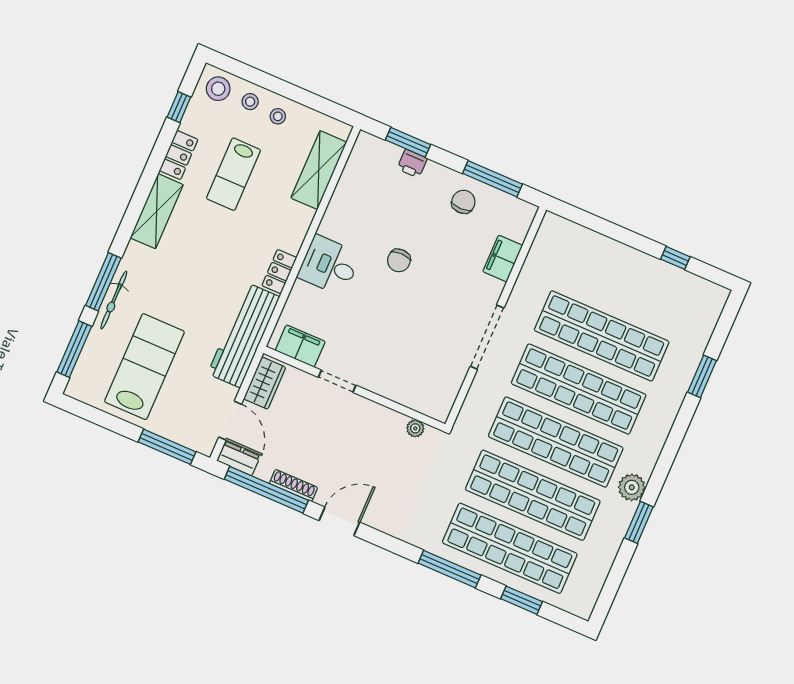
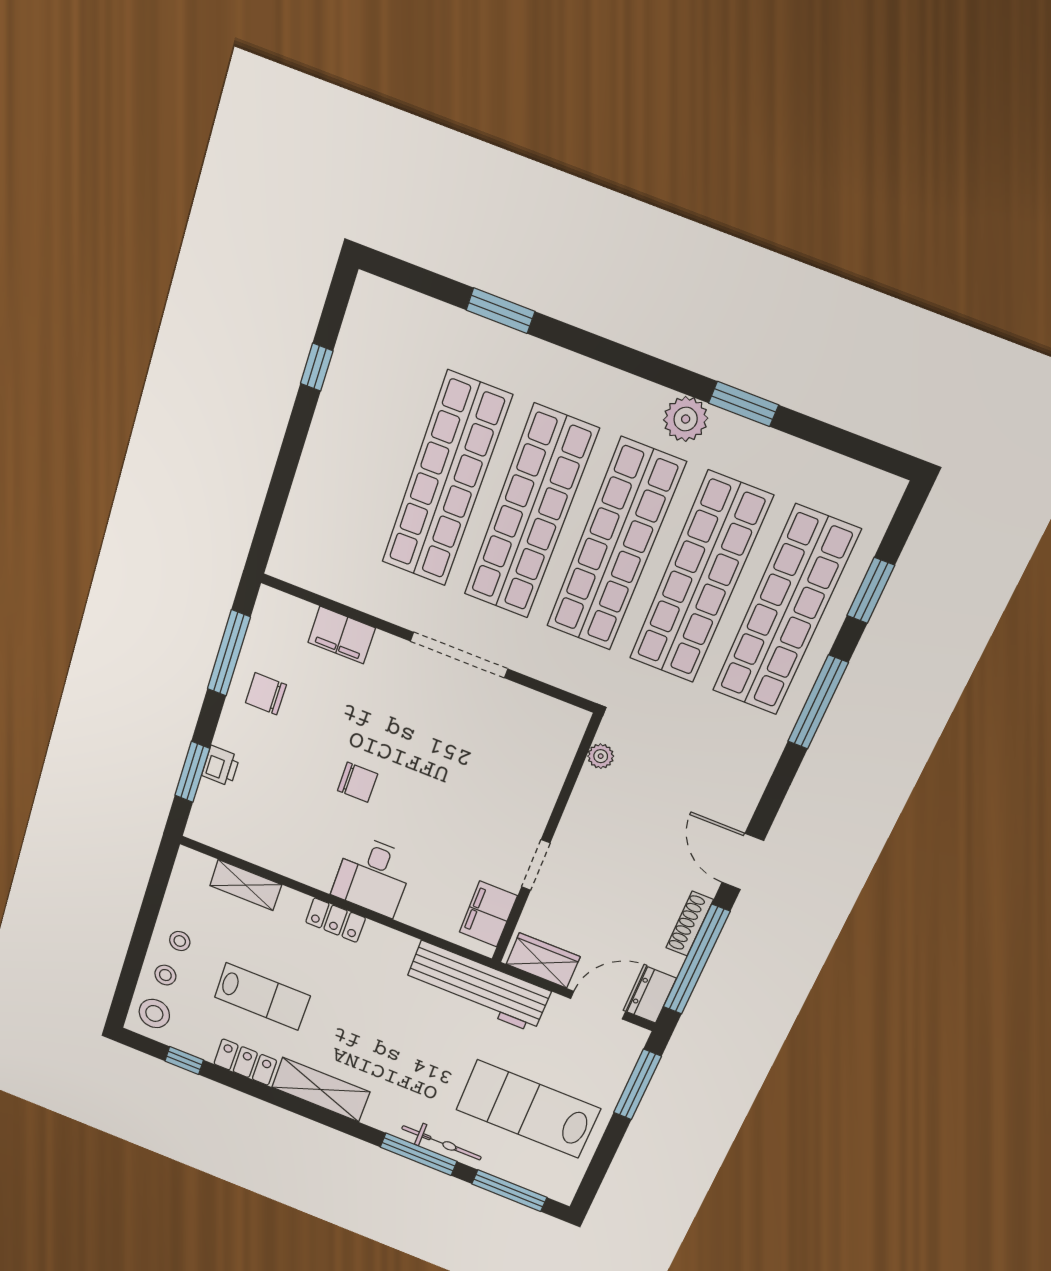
shelving: (319, 170) -> (246, 885), width x0.67, depth x0.75
locker: (279, 272) -> (336, 920), moved

